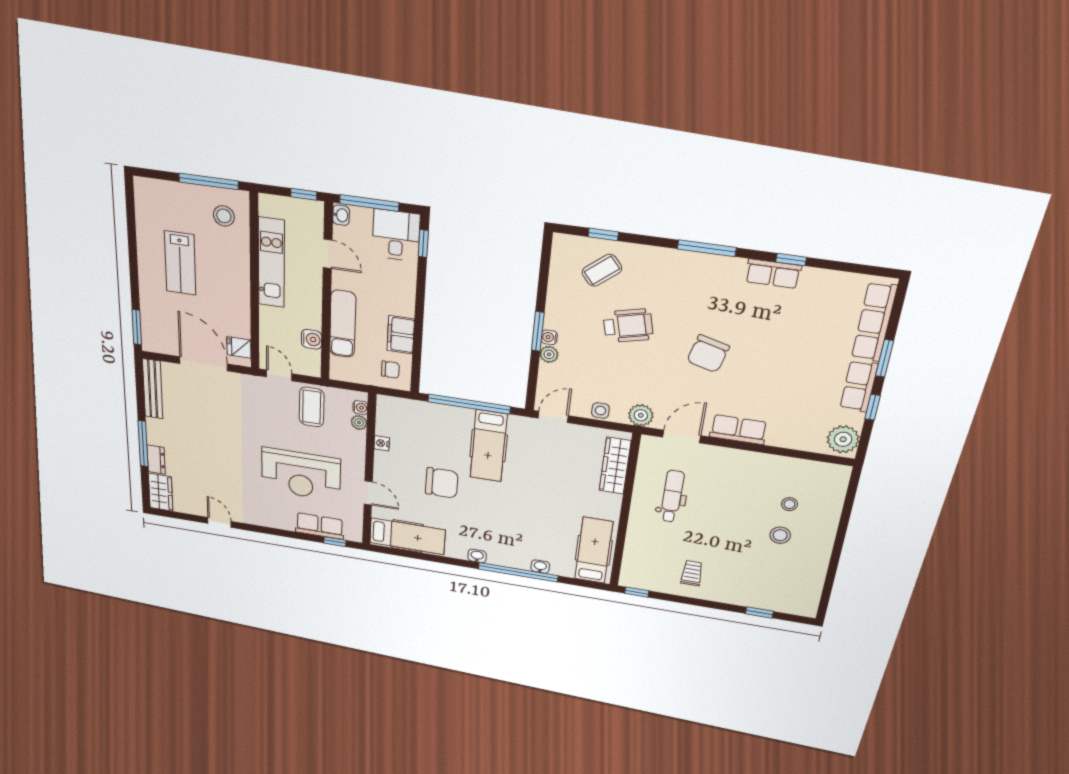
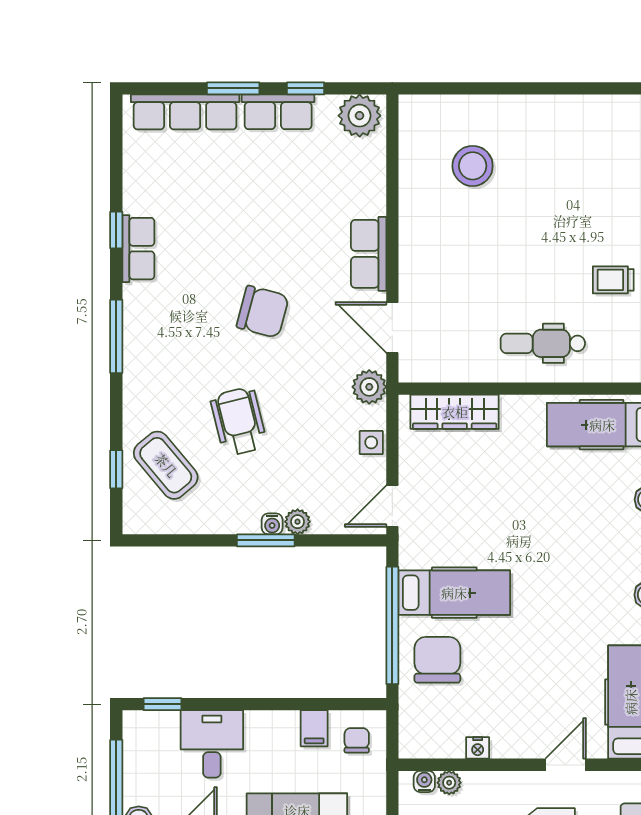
desk: (396, 235) -> (212, 744), moved, turned 90
coffee table: (602, 270) -> (166, 465), width x1.36, depth x1.30
filing cabinet: (401, 335) -> (314, 728), width x0.50
door: (553, 417) -> (392, 506), hinge flipped
chair: (442, 483) -> (437, 660), moved
dental chair: (672, 496) -> (543, 343), moved
stool: (789, 504) -> (473, 166), width x1.89, depth x1.89
stool: (780, 535) -> (525, 169), removed

